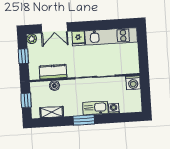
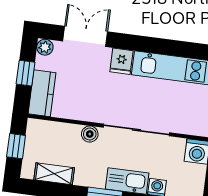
double door: (54, 28) -> (85, 36), swing flipped
kitchen counter: (53, 72) -> (42, 93), moved, turned 90
boiler: (54, 86) -> (90, 134), moved

